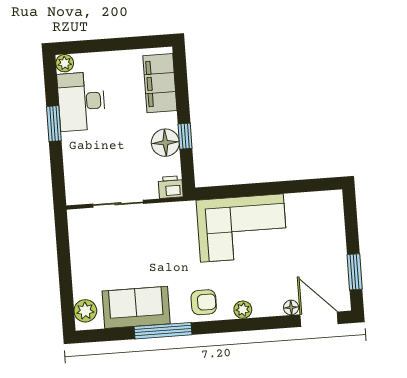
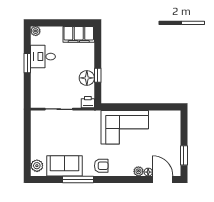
filing cabinet: (160, 83) -> (79, 34), moved, turned -90
desk: (81, 101) -> (43, 57), width x0.73
plant: (243, 310) -> (138, 171), moved

